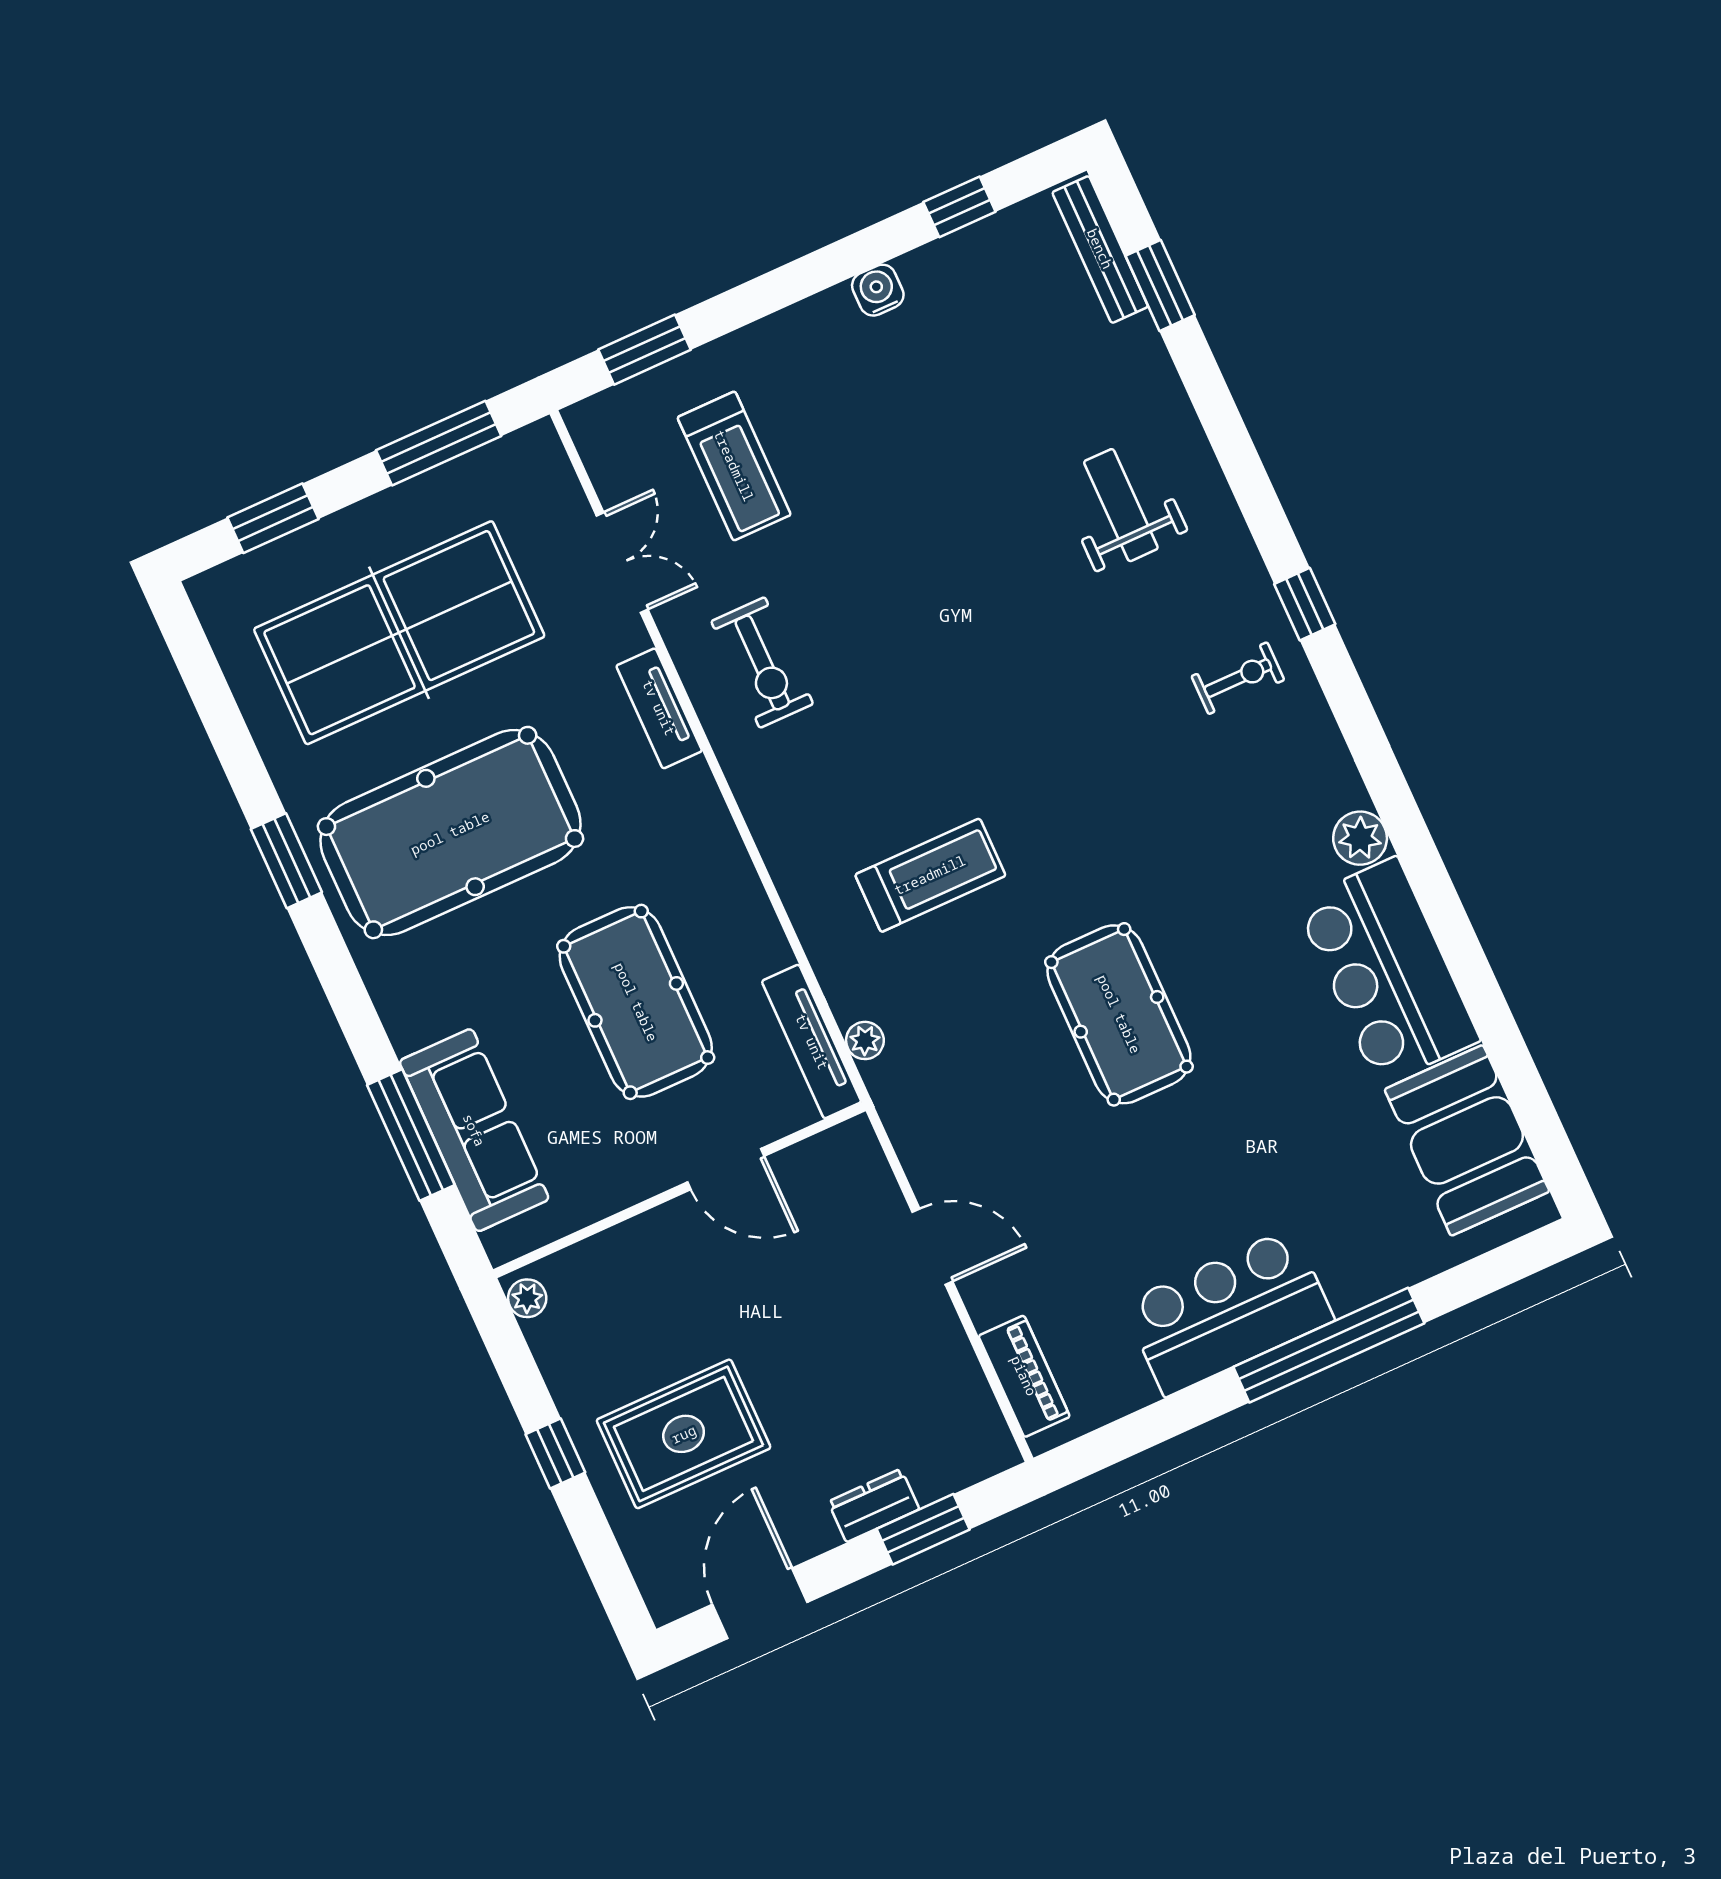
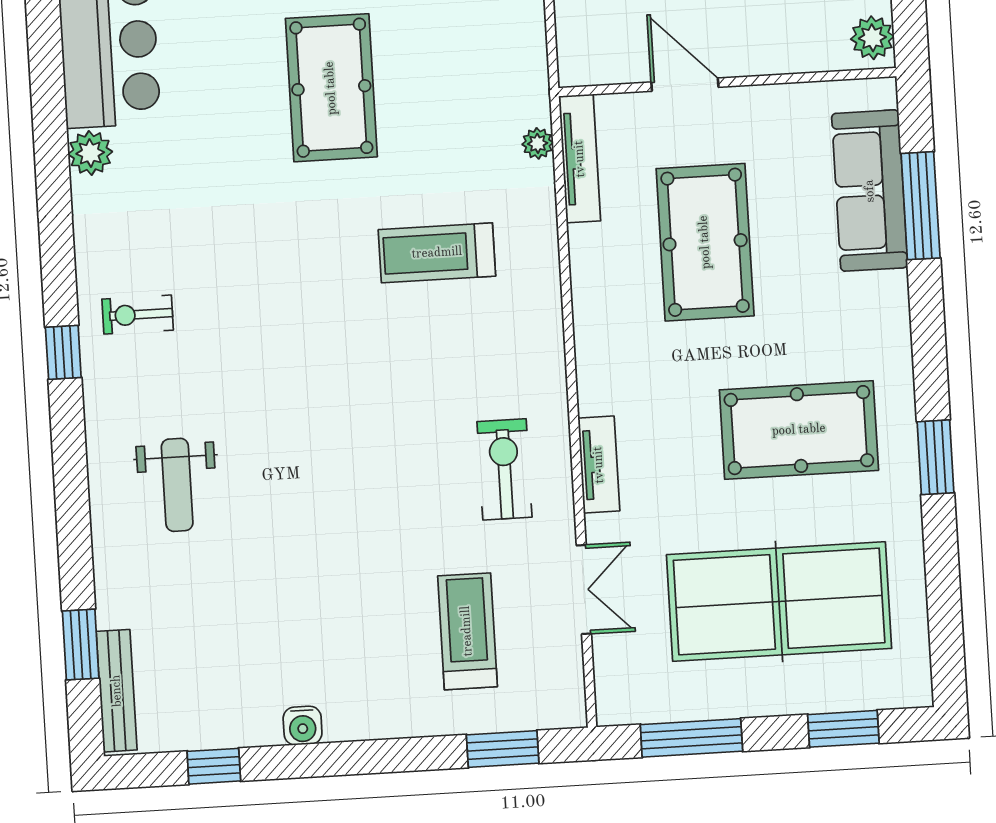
double door: (622, 562) -> (584, 590), swing flipped
pool table: (450, 833) -> (799, 430), width x0.73, depth x0.76
plant: (527, 1298) -> (872, 38), width x1.38, depth x1.38

